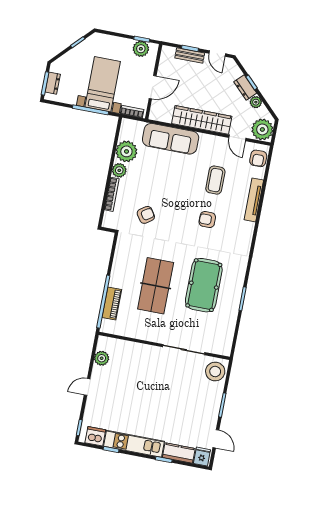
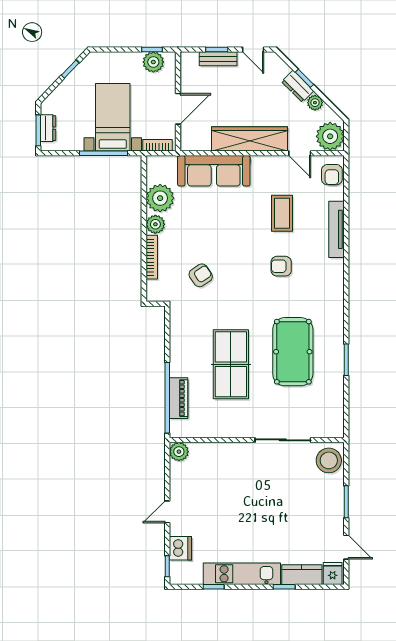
plant: (102, 358) -> (179, 452), moved
dishwasher: (95, 436) -> (180, 548), moved, turned 90

